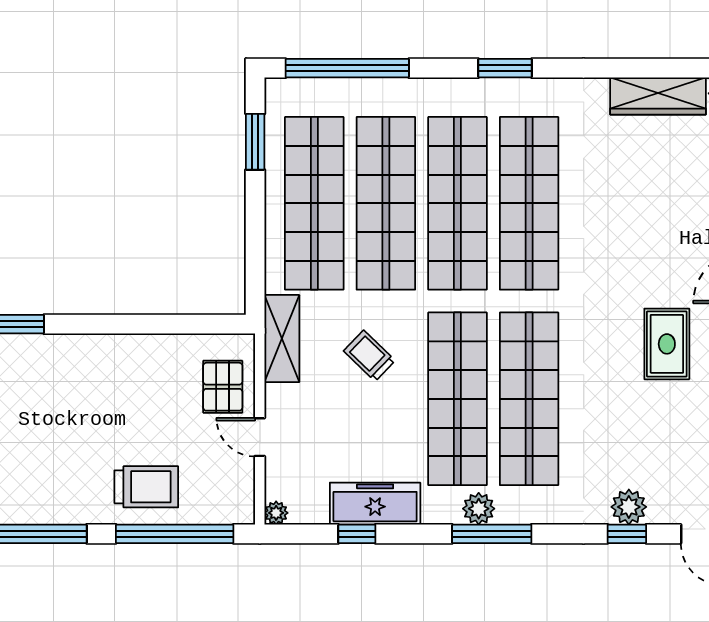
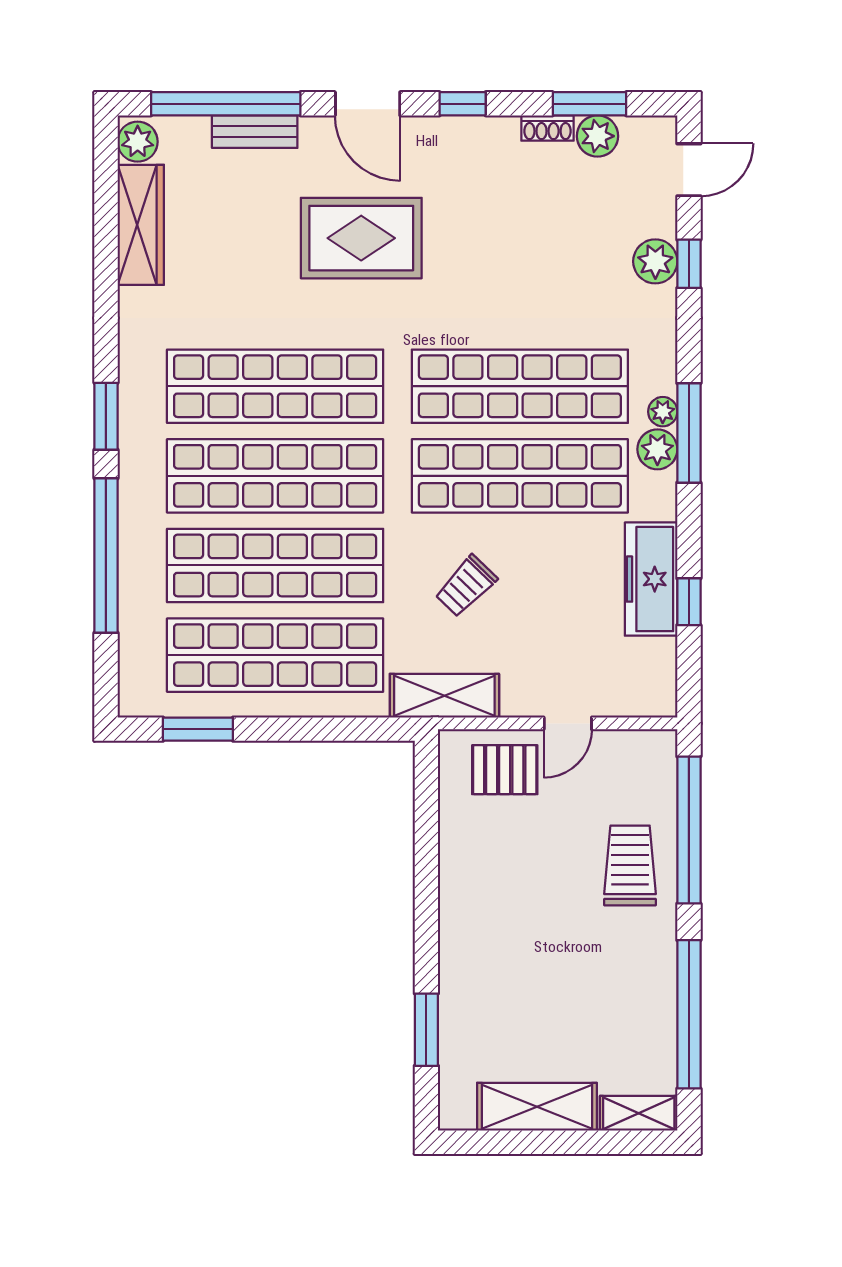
window: (347, 68) -> (106, 556), moved
rug: (667, 344) -> (361, 238), moved, width x1.36, depth x1.43
plant: (276, 513) -> (663, 412), moved

